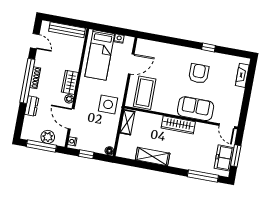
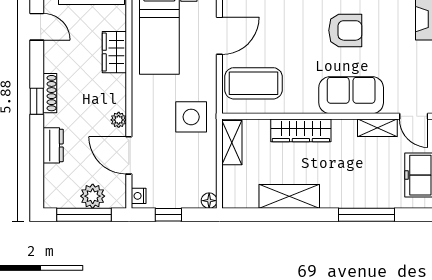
armchair: (199, 74) -> (345, 30), turned 90
window: (27, 81) -> (37, 101), width x0.32
wardrobe: (70, 82) -> (114, 52), moved
coffee table: (145, 93) -> (253, 83), turned 90
wardrobe: (178, 125) -> (301, 130), moved
shelving: (206, 129) -> (377, 128), added
window: (203, 176) -> (367, 215), moved

